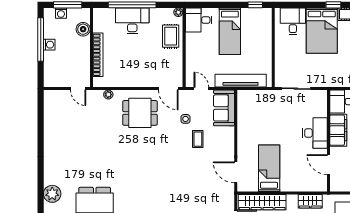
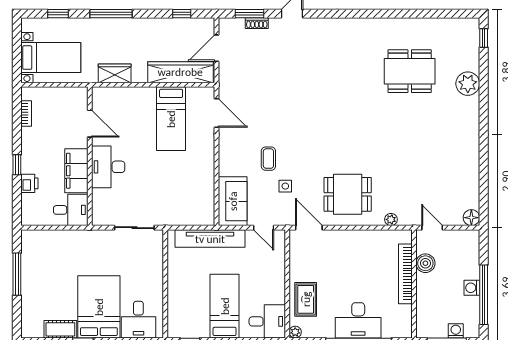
boiler: (83, 29) -> (425, 263), moved
floor lamp: (49, 96) -> (471, 218), added

